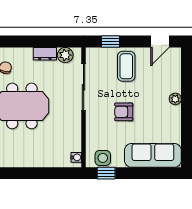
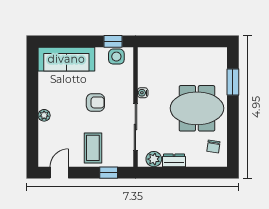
water cooler: (76, 157) -> (143, 93), moved

